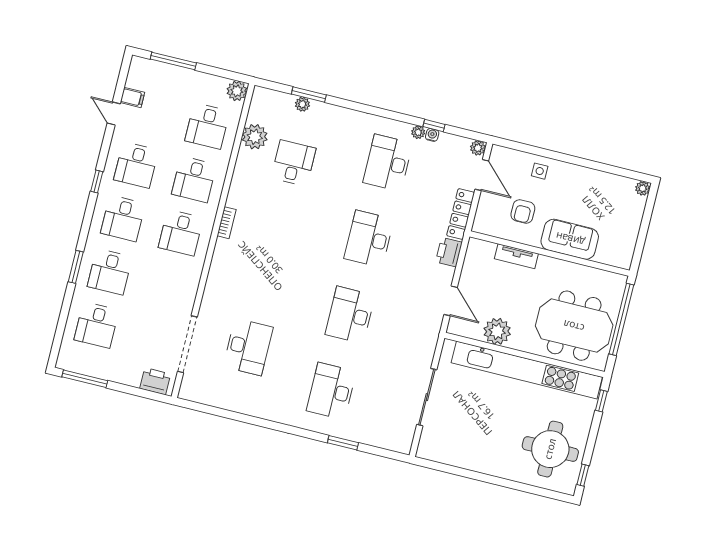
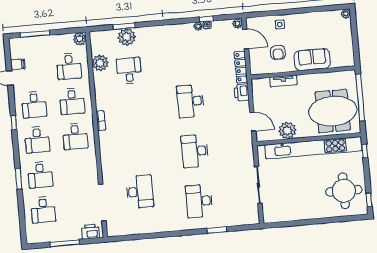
plant: (302, 104) -> (127, 37), width x1.87, depth x1.87
desk: (388, 163) -> (186, 51), removed
window: (85, 379) -> (65, 243), moved

